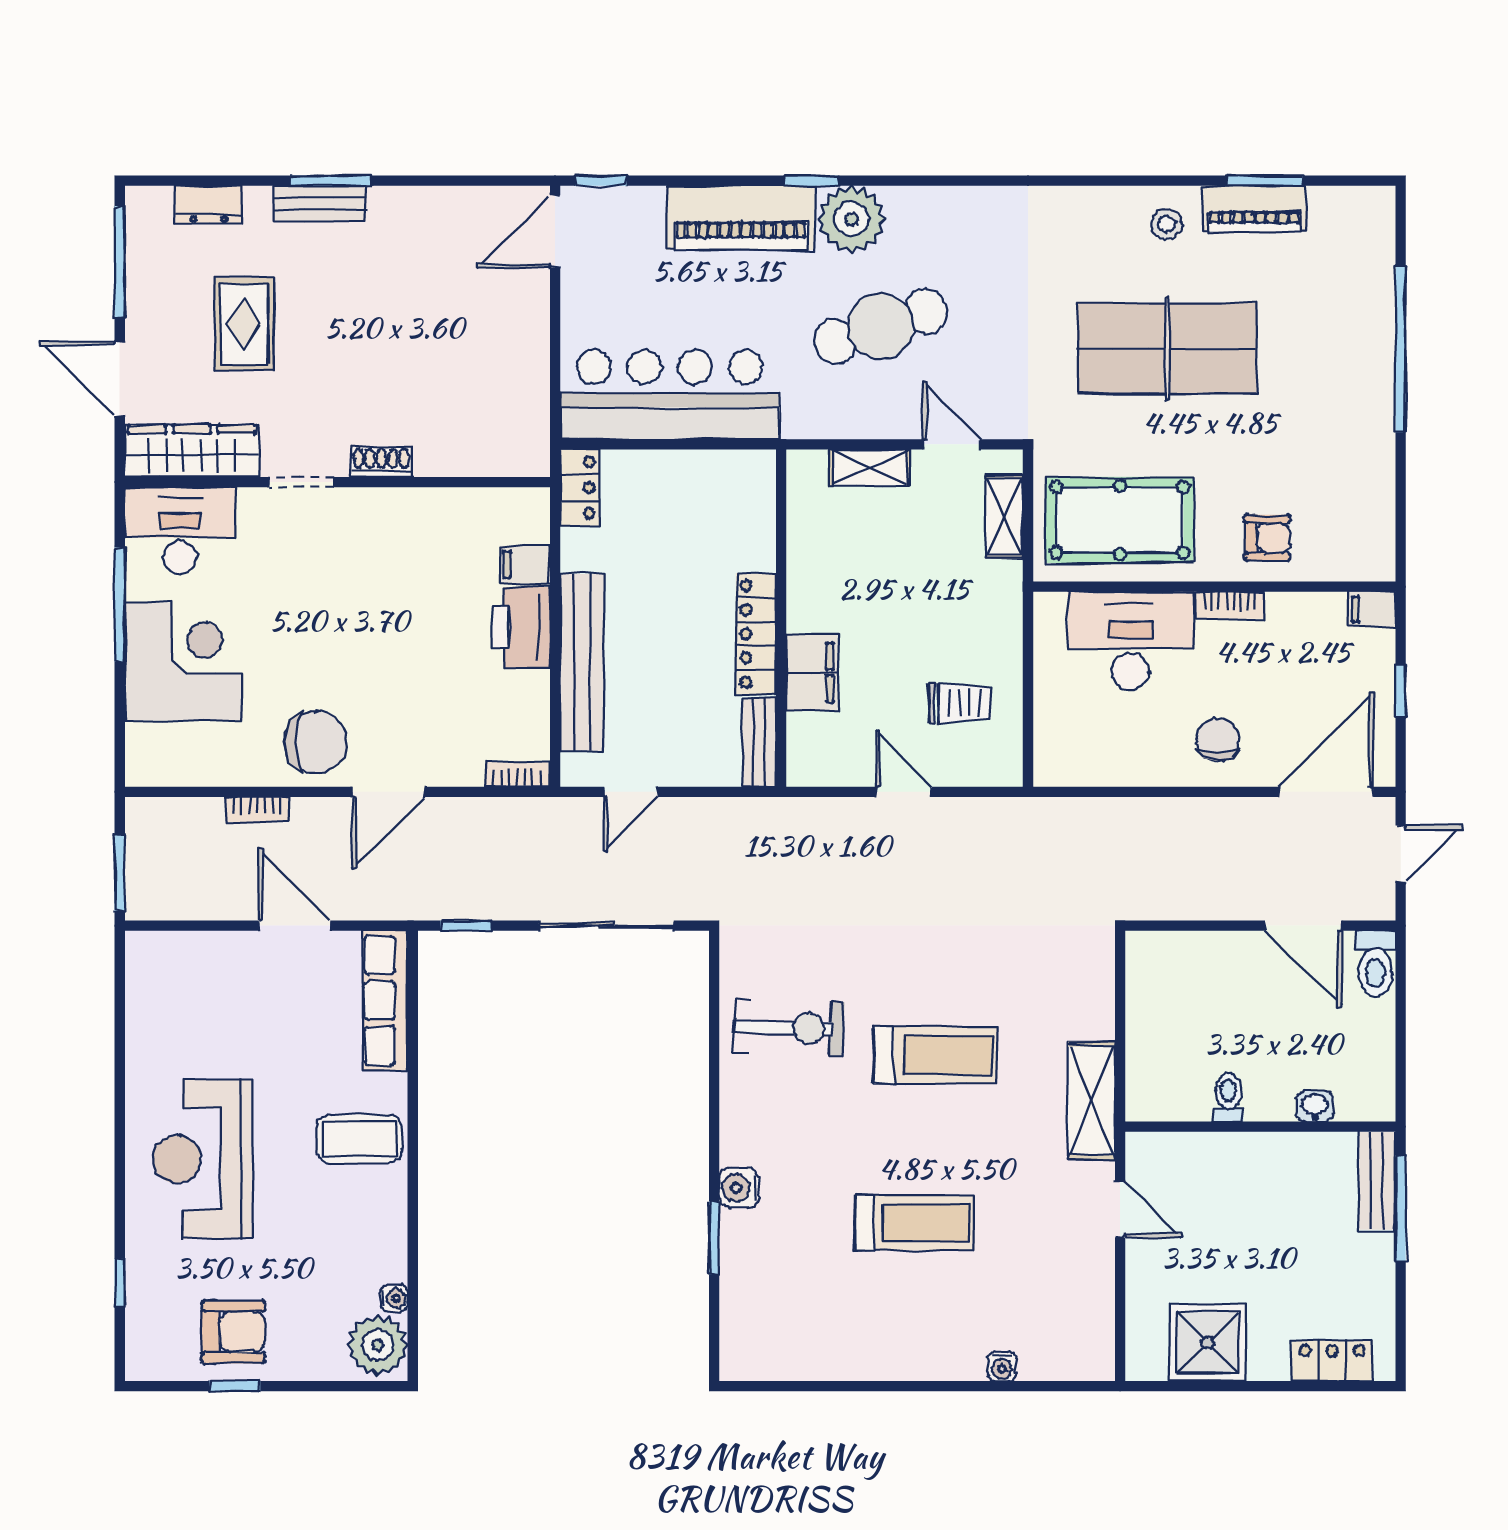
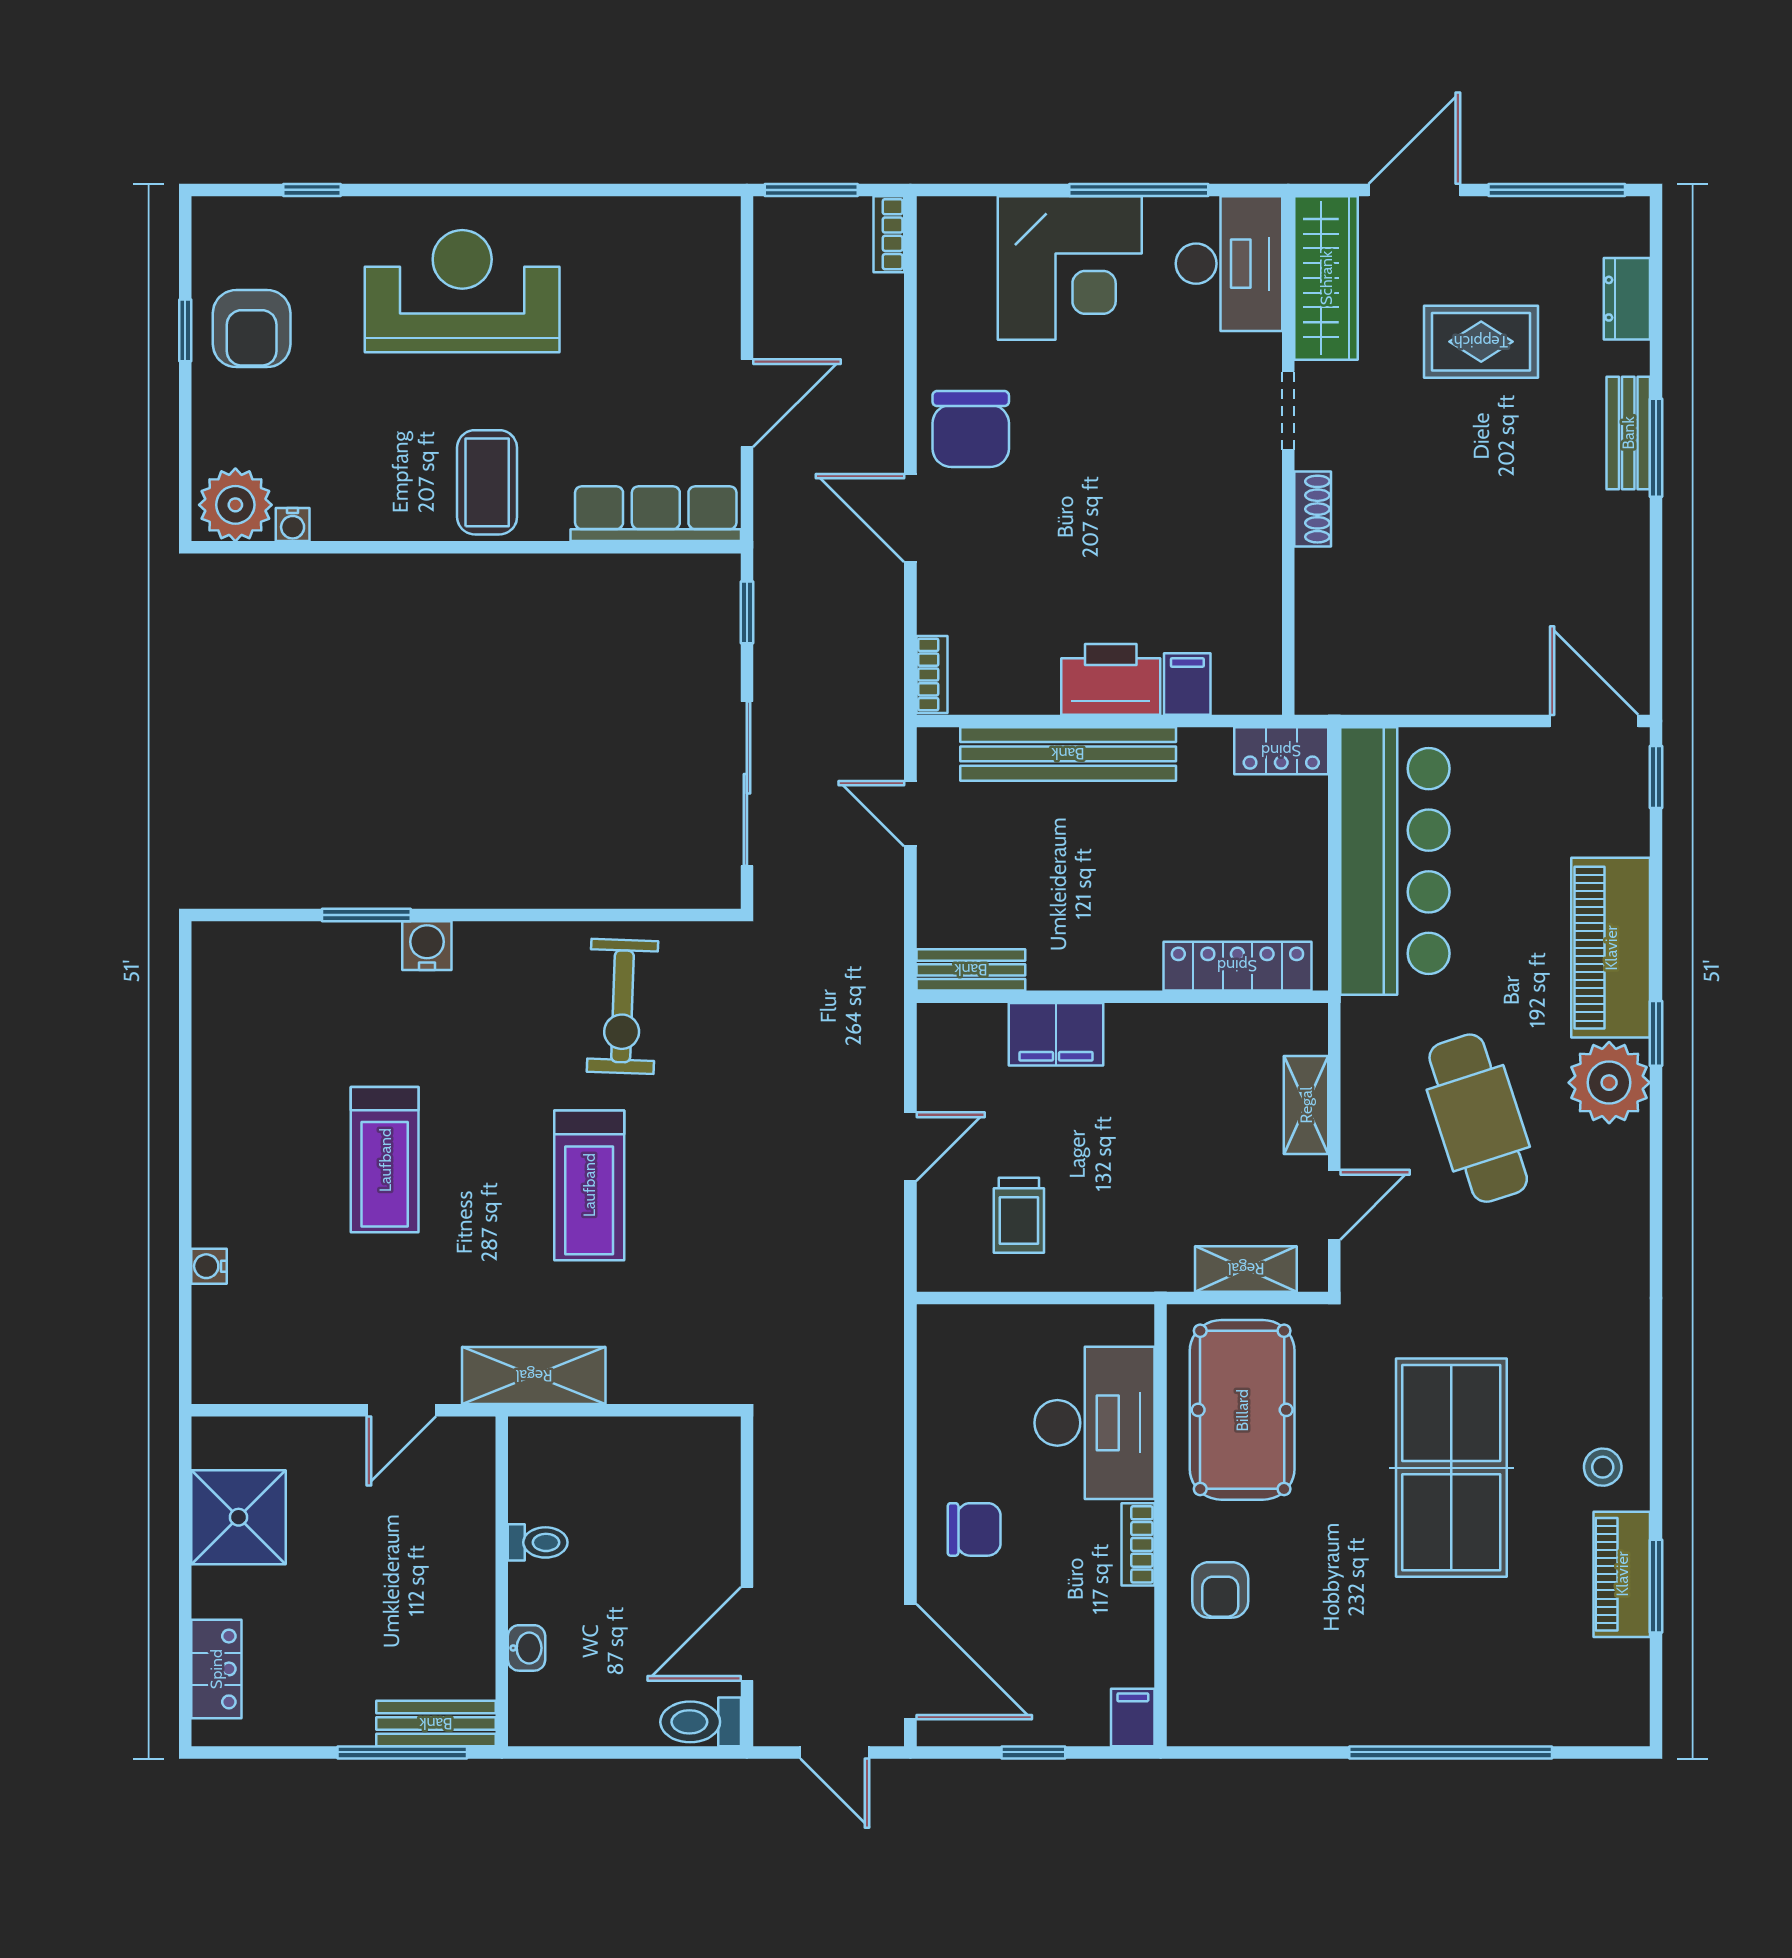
locker: (756, 634) -> (1237, 966), moved
bookcase: (257, 809) -> (889, 234), moved

